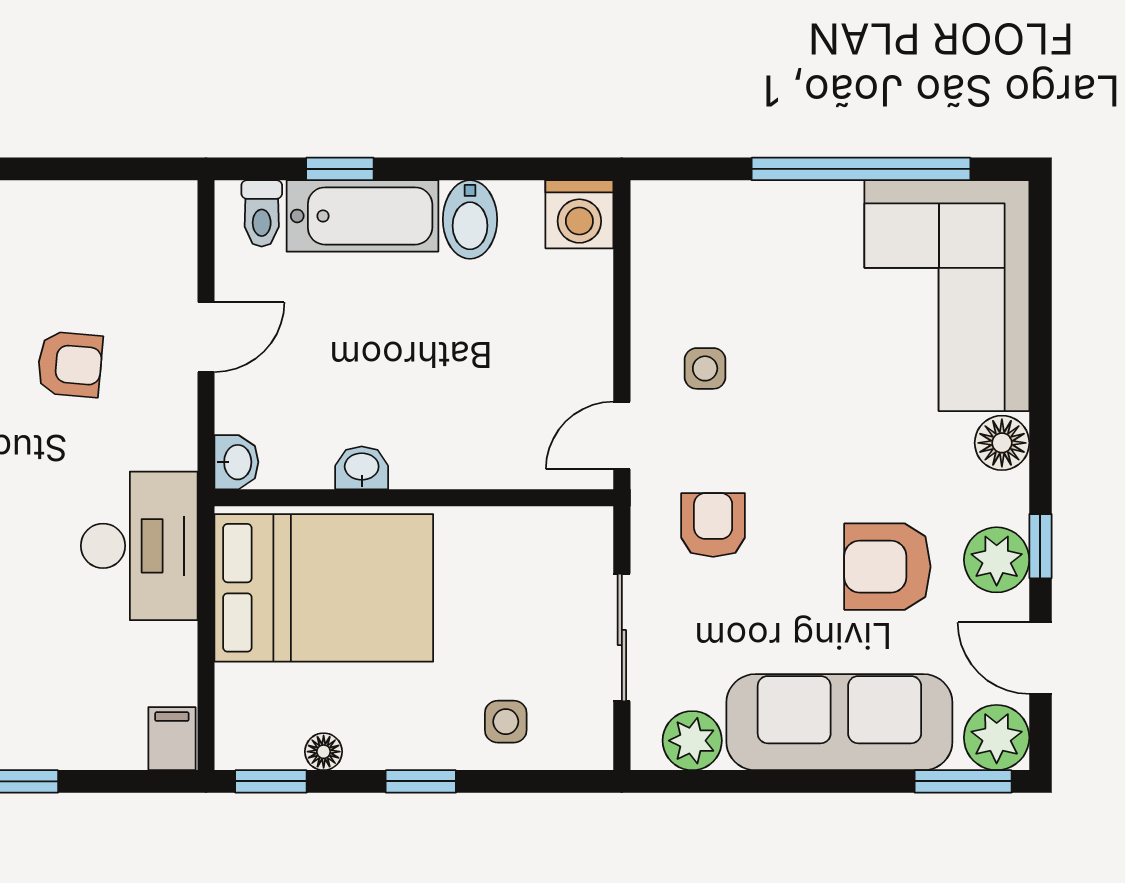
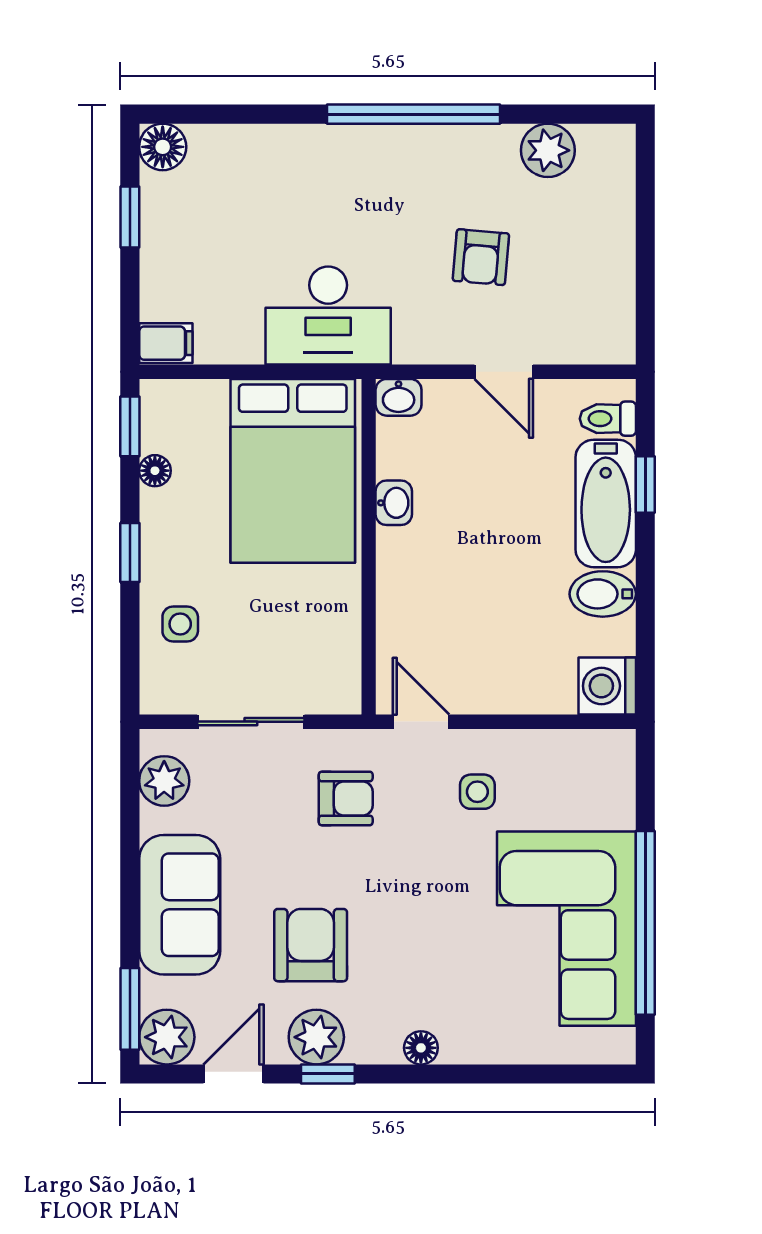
corner sofa: (947, 296) -> (566, 929), moved, turned -90
floor lamp: (1002, 443) -> (421, 1048), width x0.73, depth x0.73
sofa: (839, 722) -> (180, 905), width x0.73

